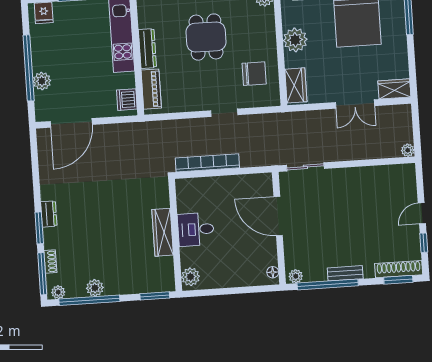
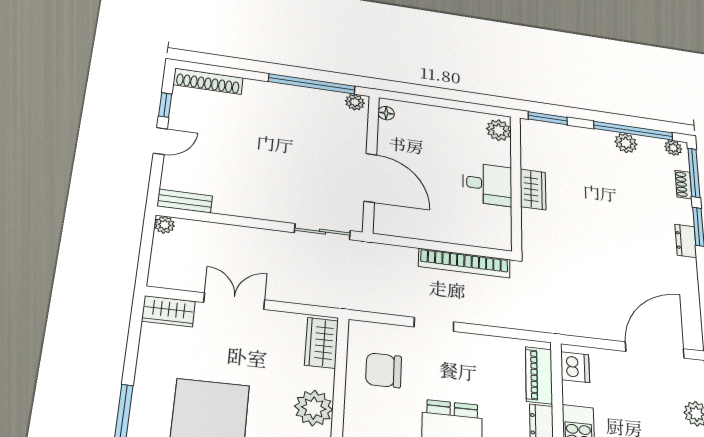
wardrobe: (163, 232) -> (533, 189), width x0.67
bench: (345, 273) -> (185, 201), moved
window: (398, 280) -> (211, 69), removed

